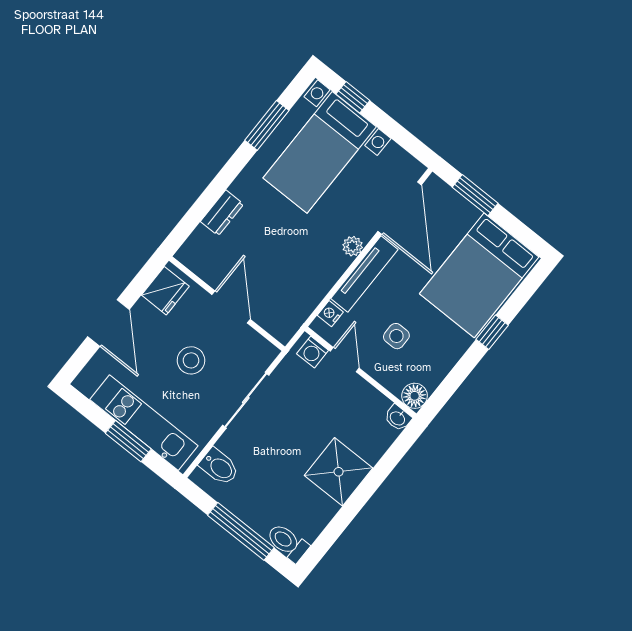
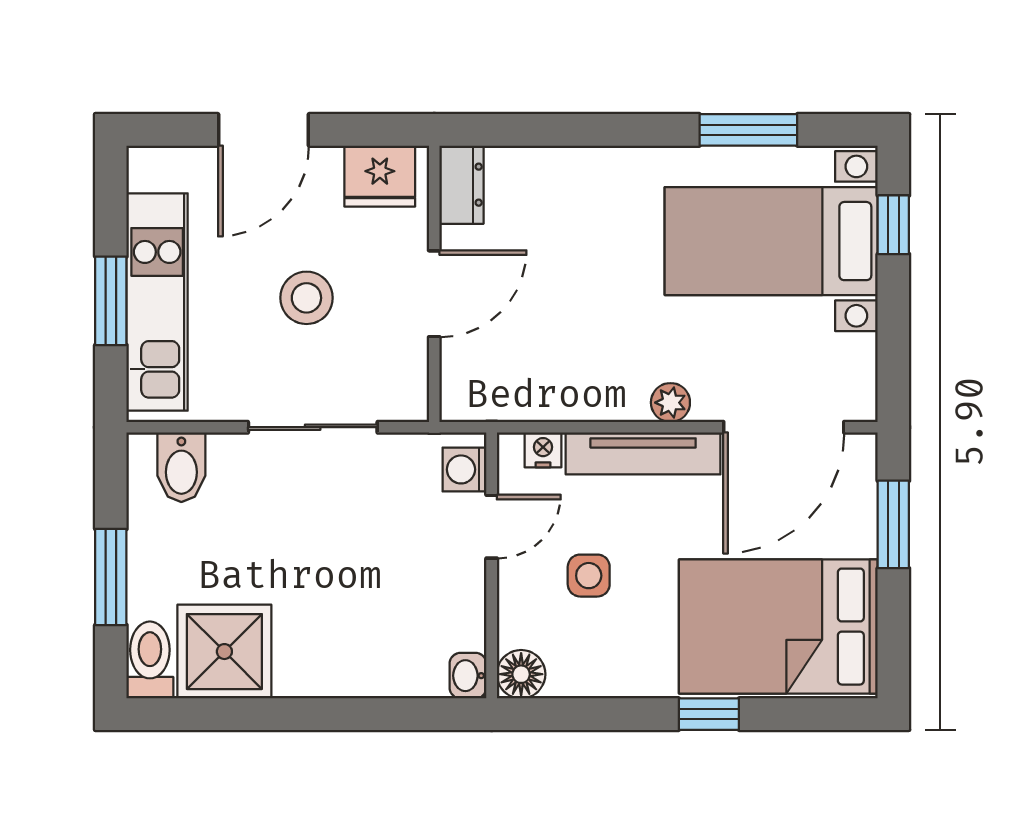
dresser: (222, 213) -> (461, 185), moved, turned -90
shower: (339, 472) -> (224, 652), moved
window: (241, 531) -> (111, 577), width x0.69

